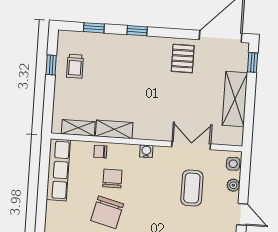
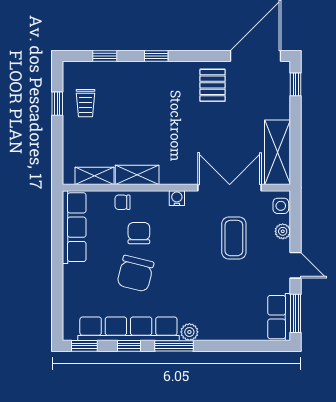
shelving: (235, 99) -> (278, 152), moved
double door: (191, 145) -> (230, 188), width x1.37

